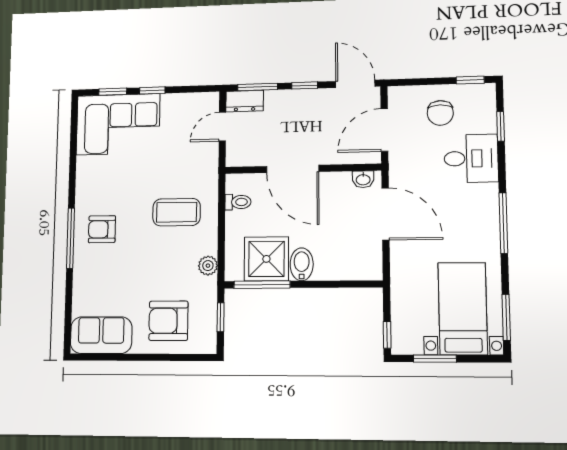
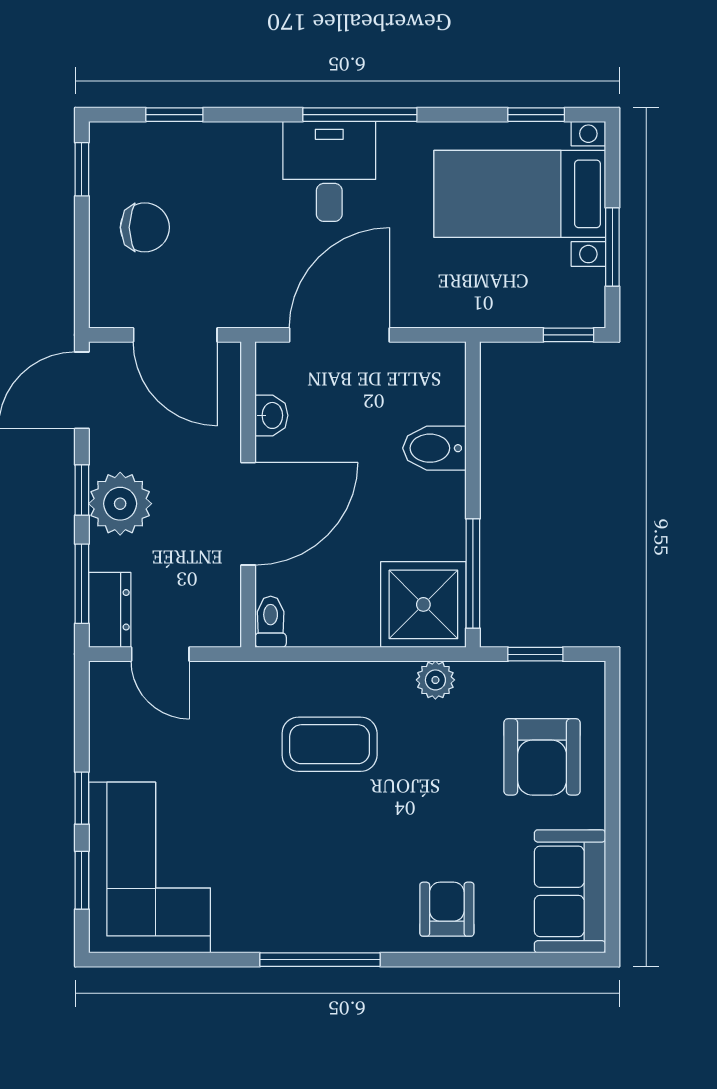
plant: (298, 105) -> (120, 504), added
desk: (471, 158) -> (329, 171), moved
washbasin: (363, 179) -> (271, 415), moved
toilet: (238, 202) -> (271, 622), moved
coffee table: (177, 212) -> (330, 744), turned 90
armchair: (102, 229) -> (447, 909), moved, turned 180
window: (70, 238) -> (320, 960), moved
shower: (266, 259) -> (423, 604), moved
bidet: (302, 264) -> (434, 448), moved
window: (506, 317) -> (536, 115), width x0.67

